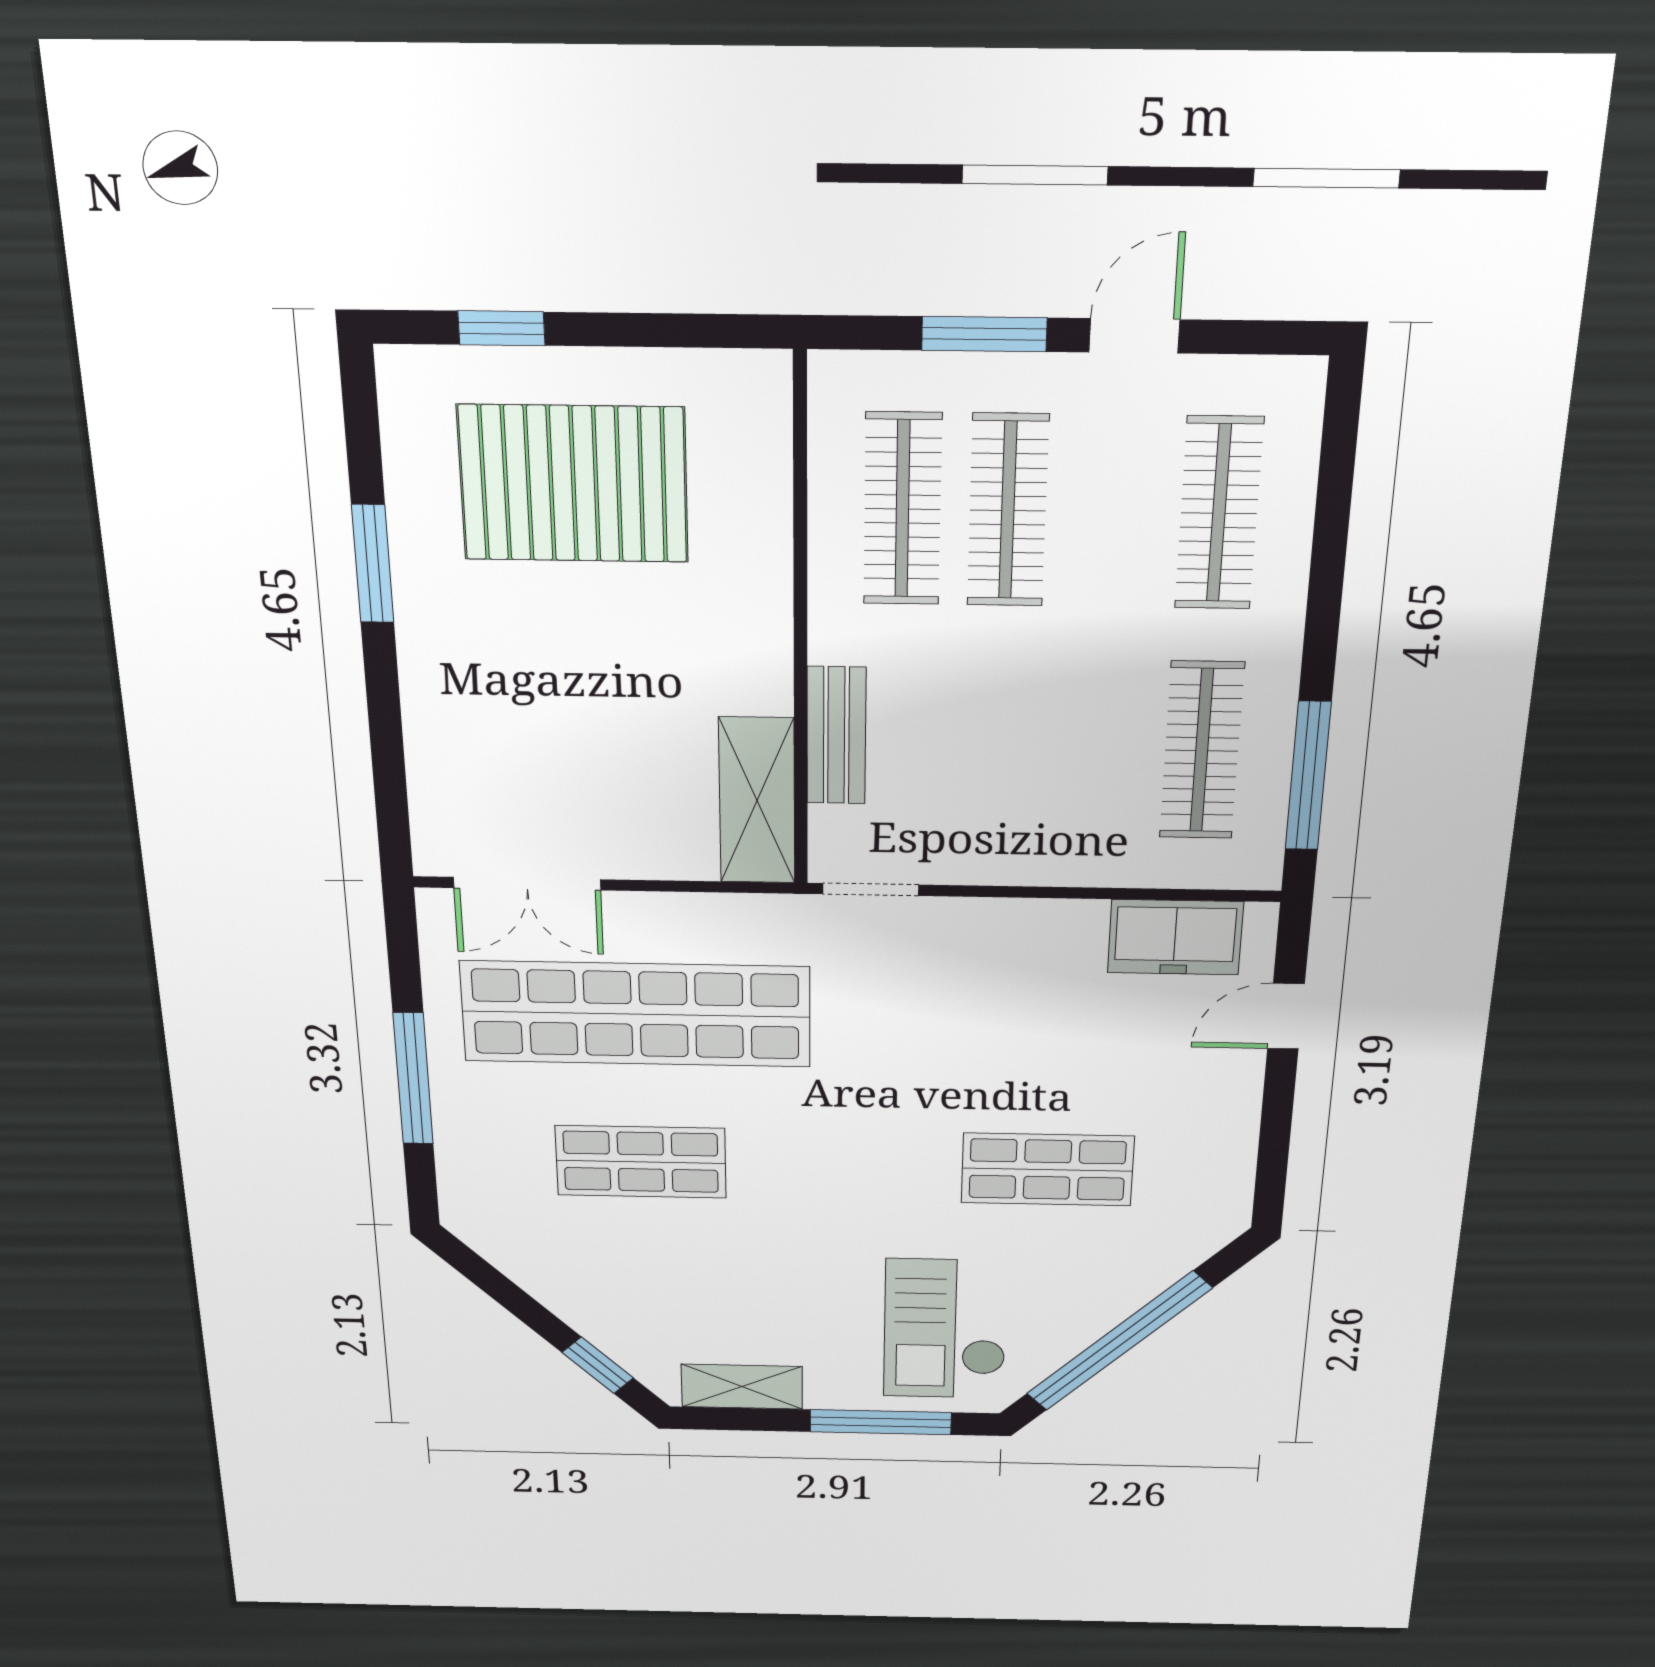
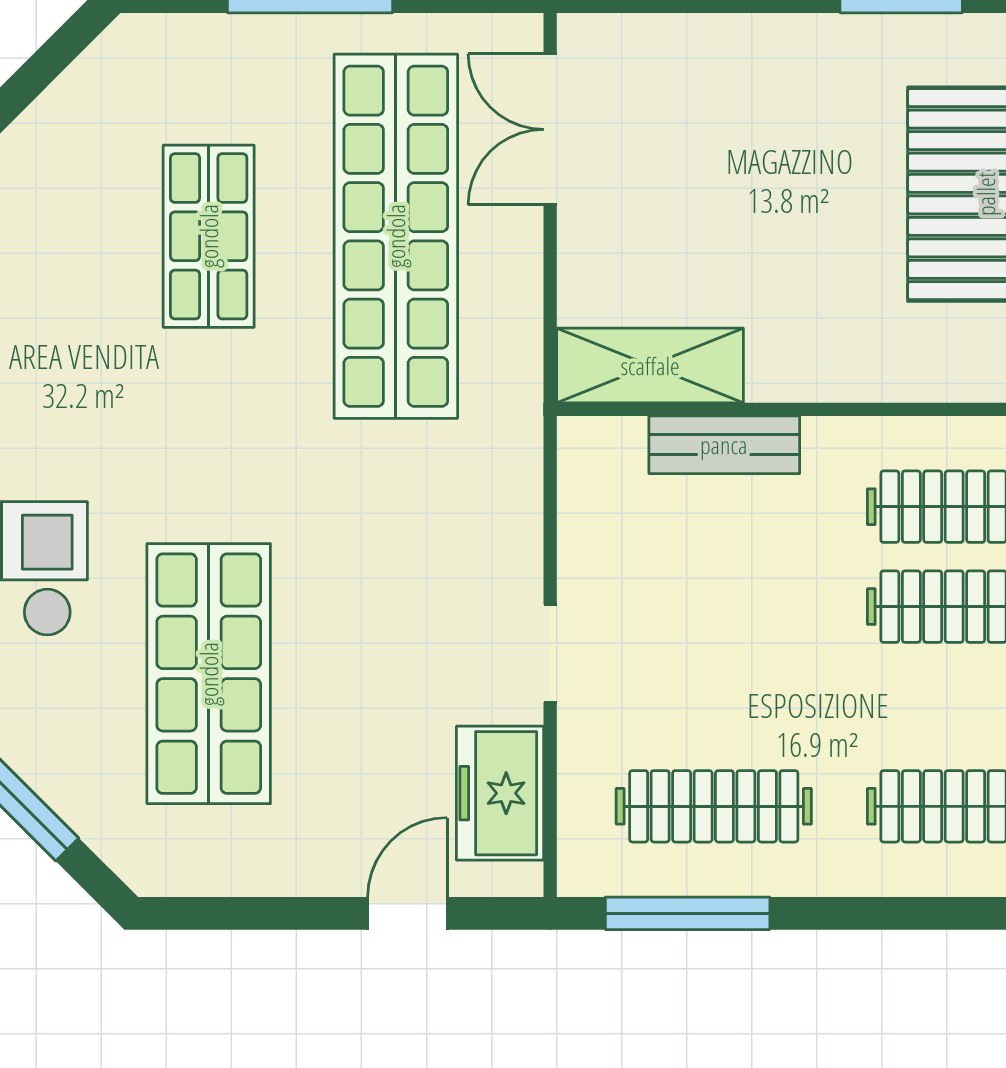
doorway: (871, 889) -> (550, 653), moved
door: (1286, 1016) -> (407, 913), hinge flipped
shop shelf: (1047, 1170) -> (209, 674), width x1.43, depth x1.36

